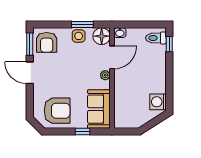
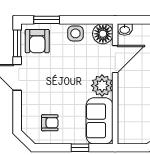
window: (82, 25) -> (47, 20), moved
plant: (105, 75) -> (102, 86), width x1.88, depth x1.88
armchair: (57, 111) -> (50, 123), width x0.53, depth x0.53

